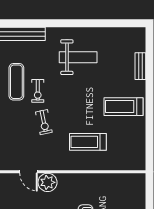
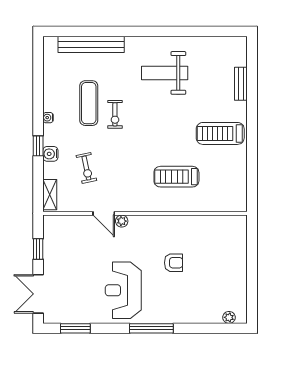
weight bench: (78, 57) -> (165, 73), turned 180
exercise bike: (44, 122) -> (86, 168), moved
plant: (48, 182) -> (122, 221), width x0.53, depth x0.53

